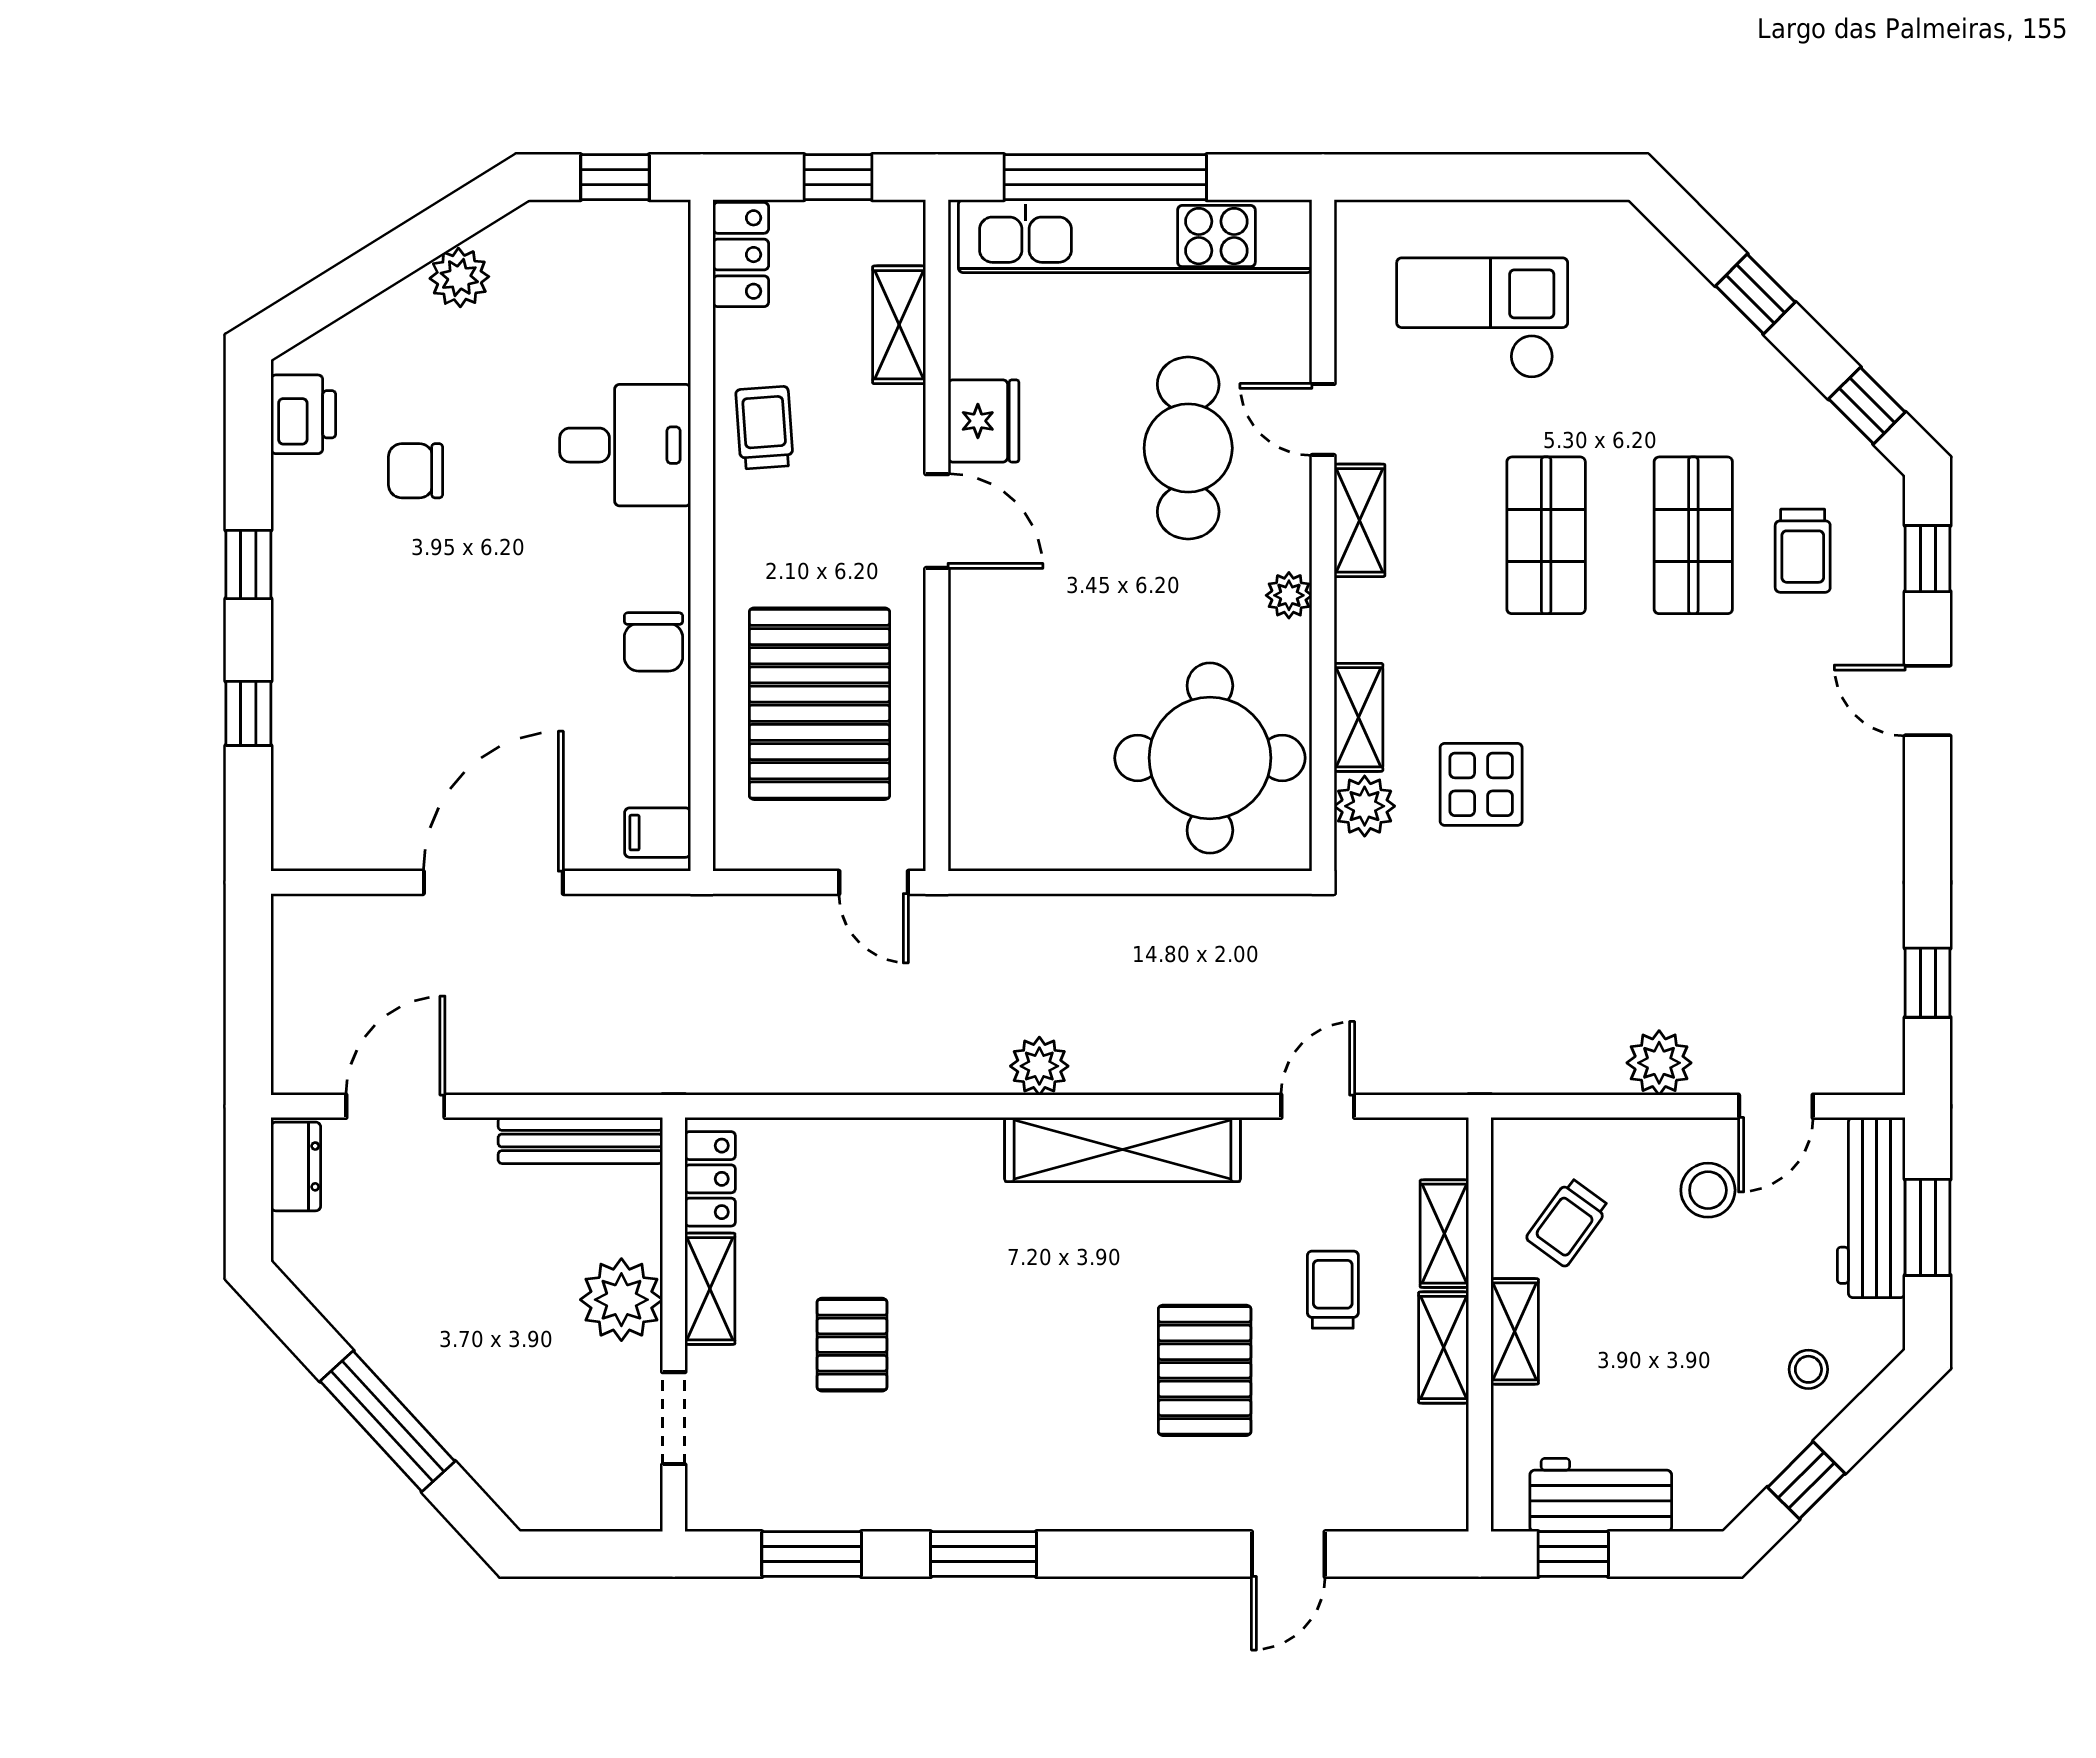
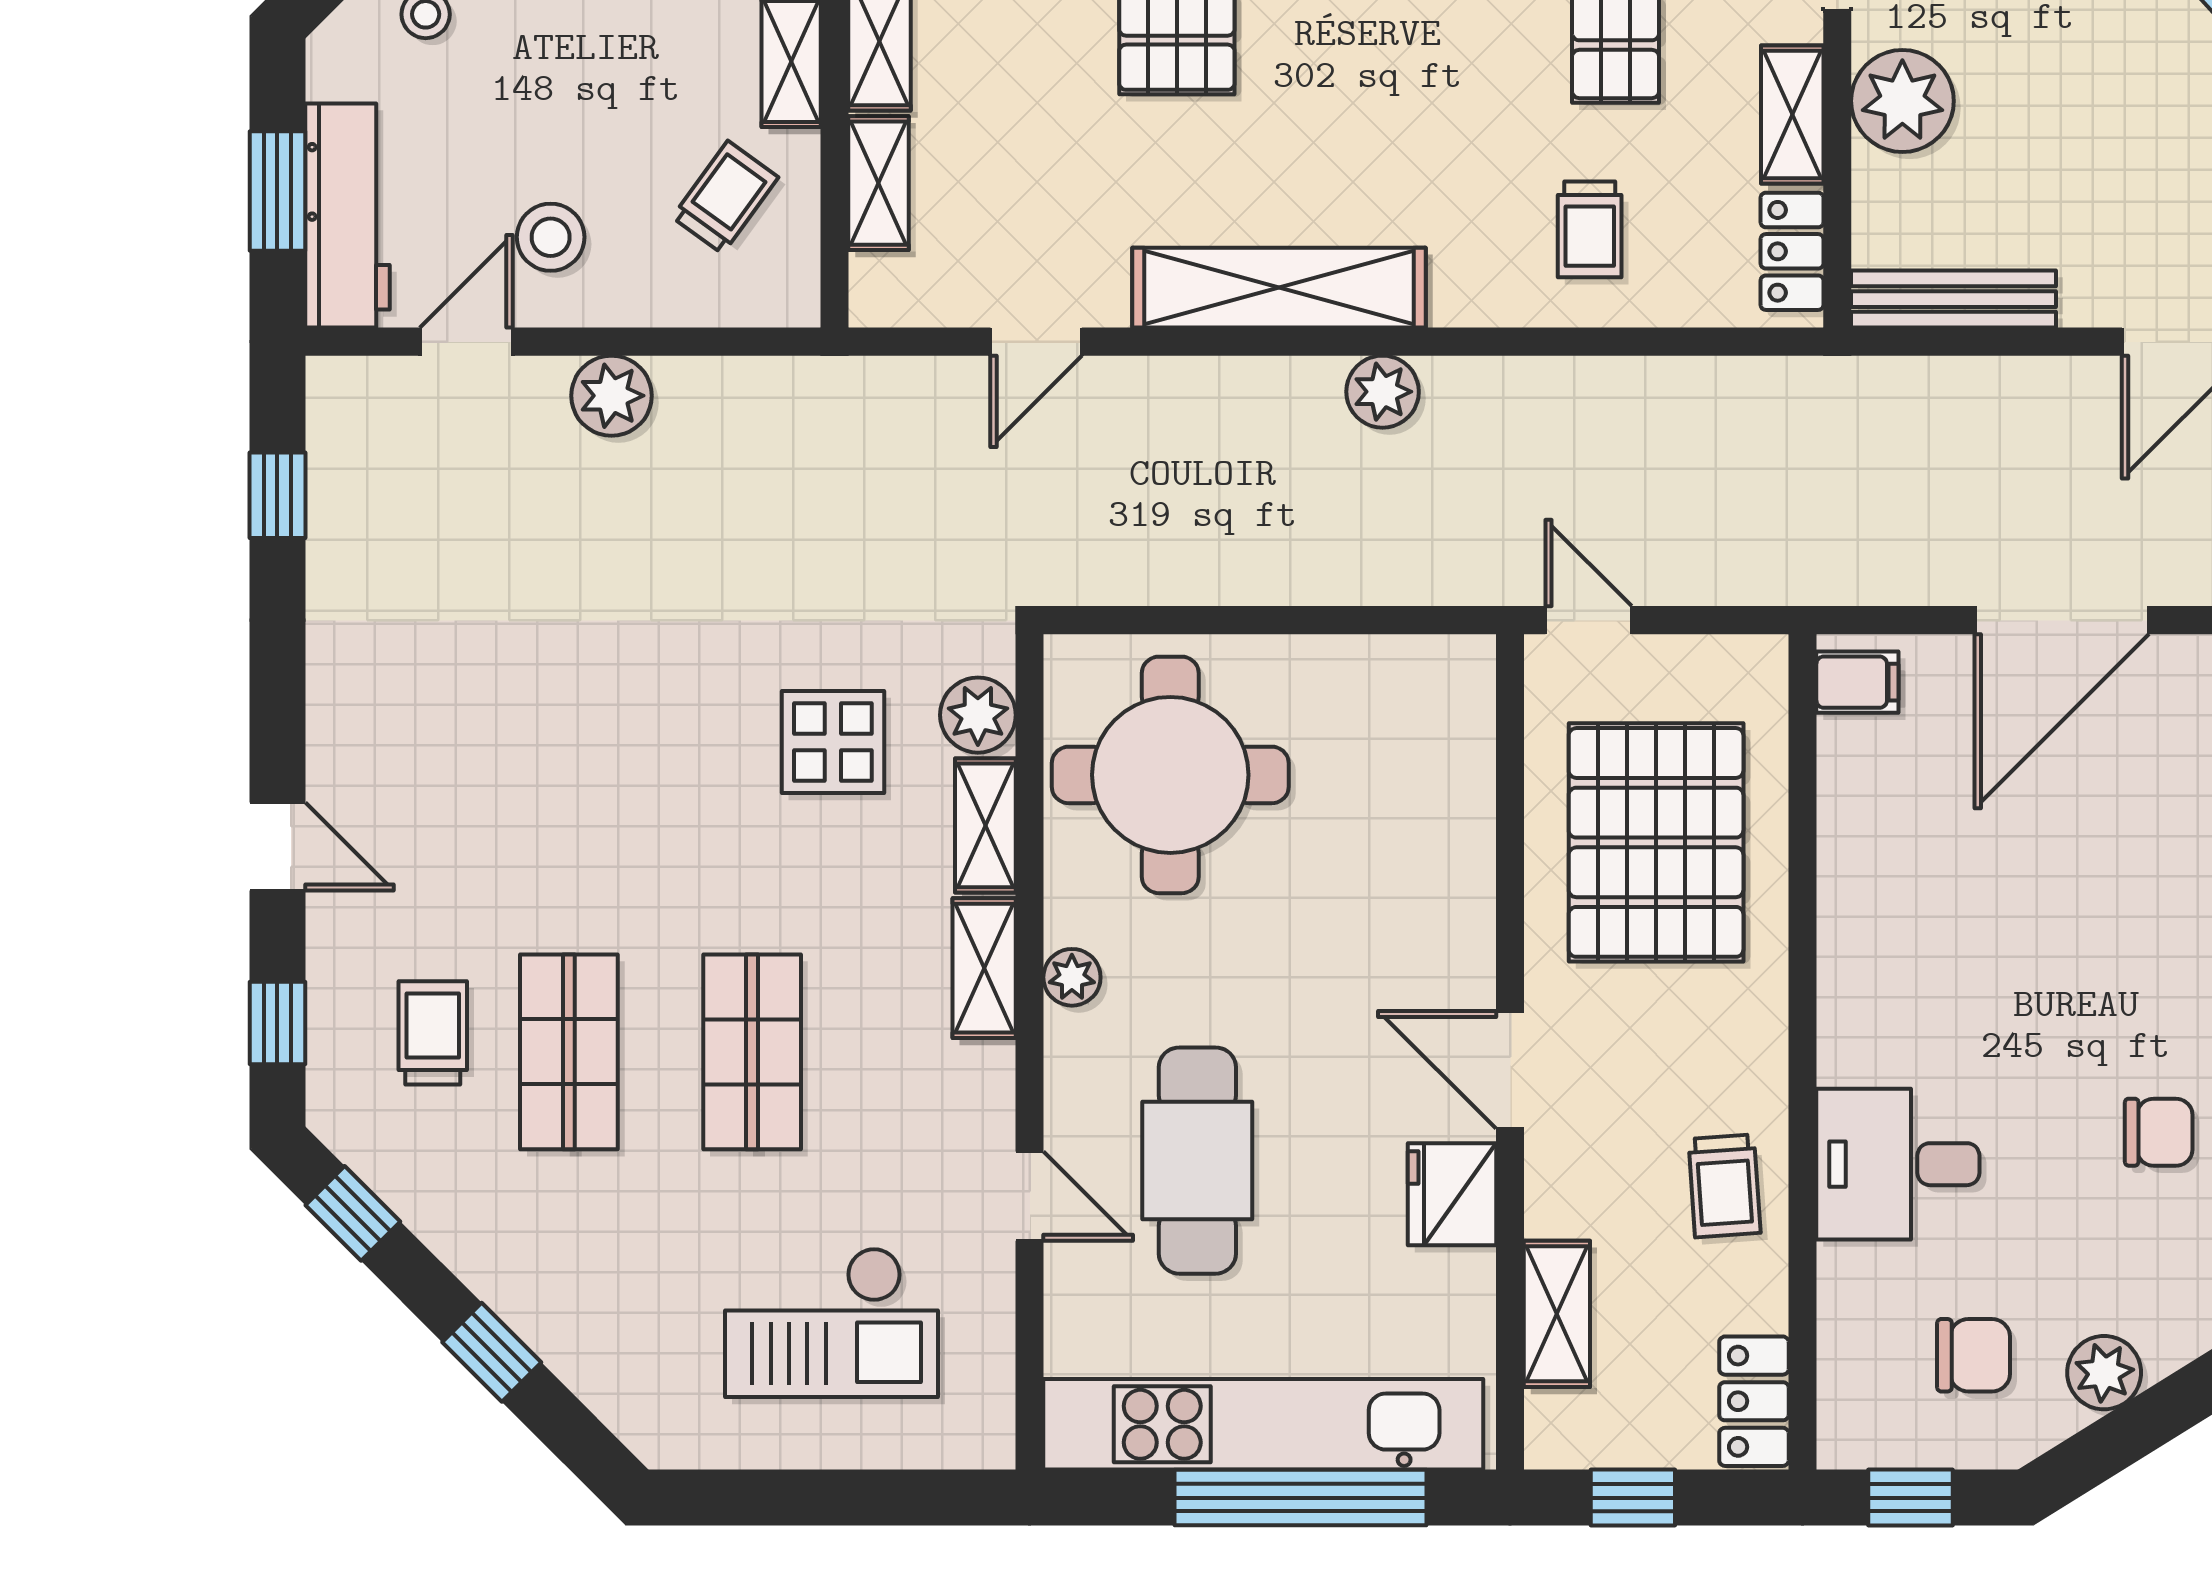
shelving: (1360, 520) -> (984, 968), moved
chair: (653, 642) -> (1974, 1355), moved, turned 90
trolley: (1333, 1290) -> (1590, 229), moved

